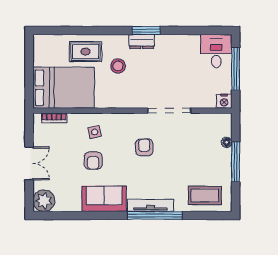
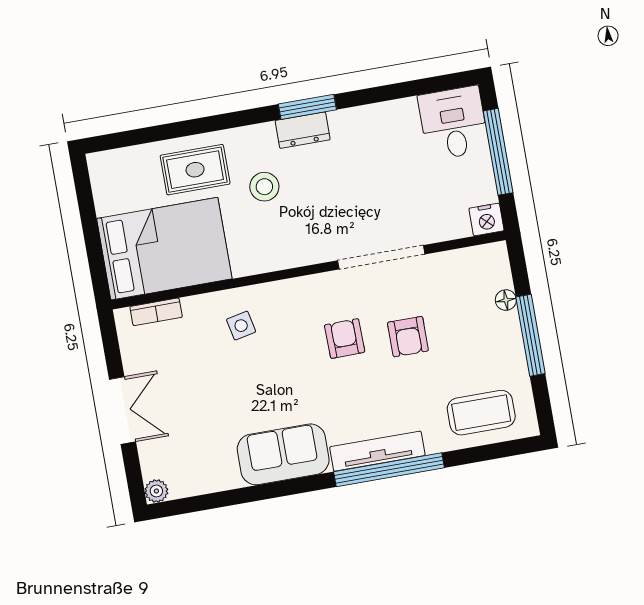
armchair: (93, 161) -> (408, 337), moved
plant: (44, 201) -> (156, 491), width x0.53, depth x0.53

